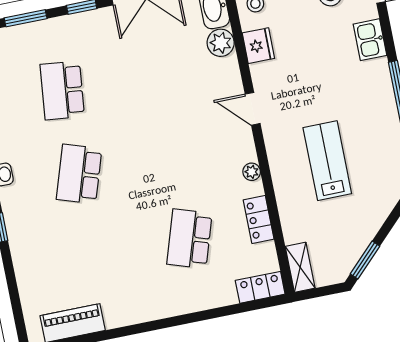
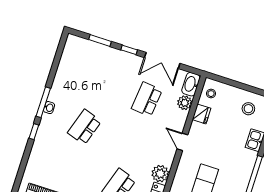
school desk: (62, 90) -> (147, 99), moved
plant: (252, 172) -> (160, 174), width x1.87, depth x1.87

